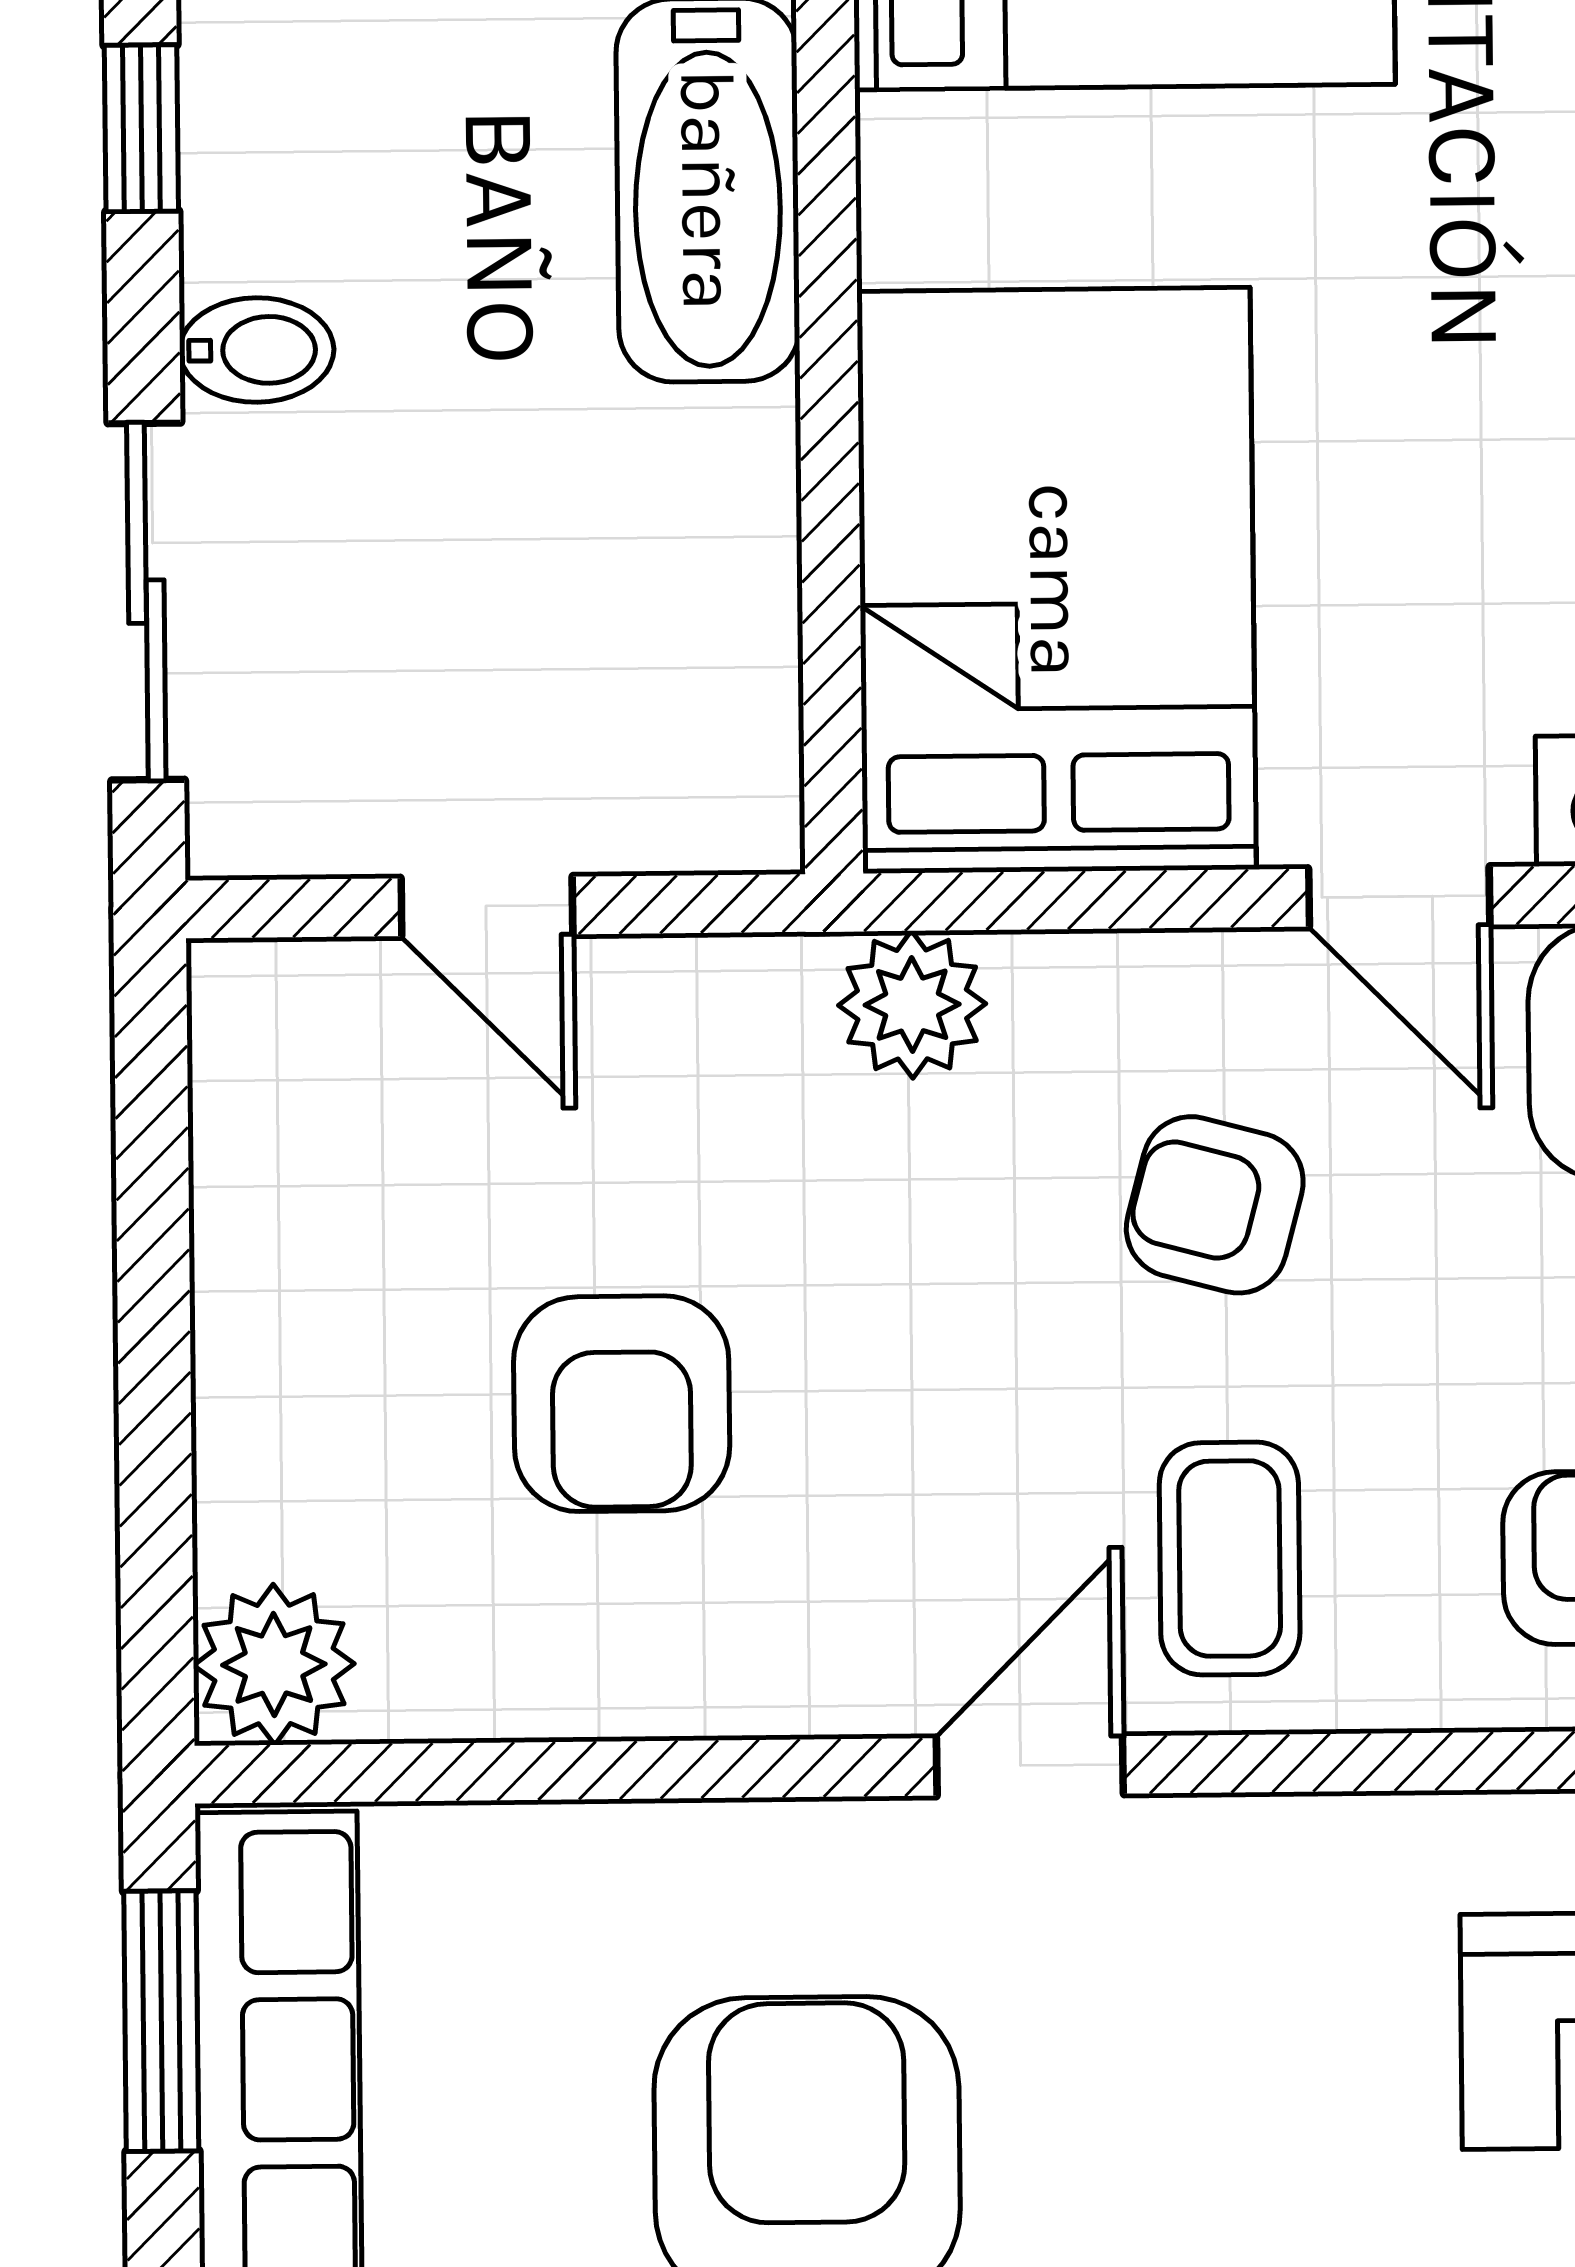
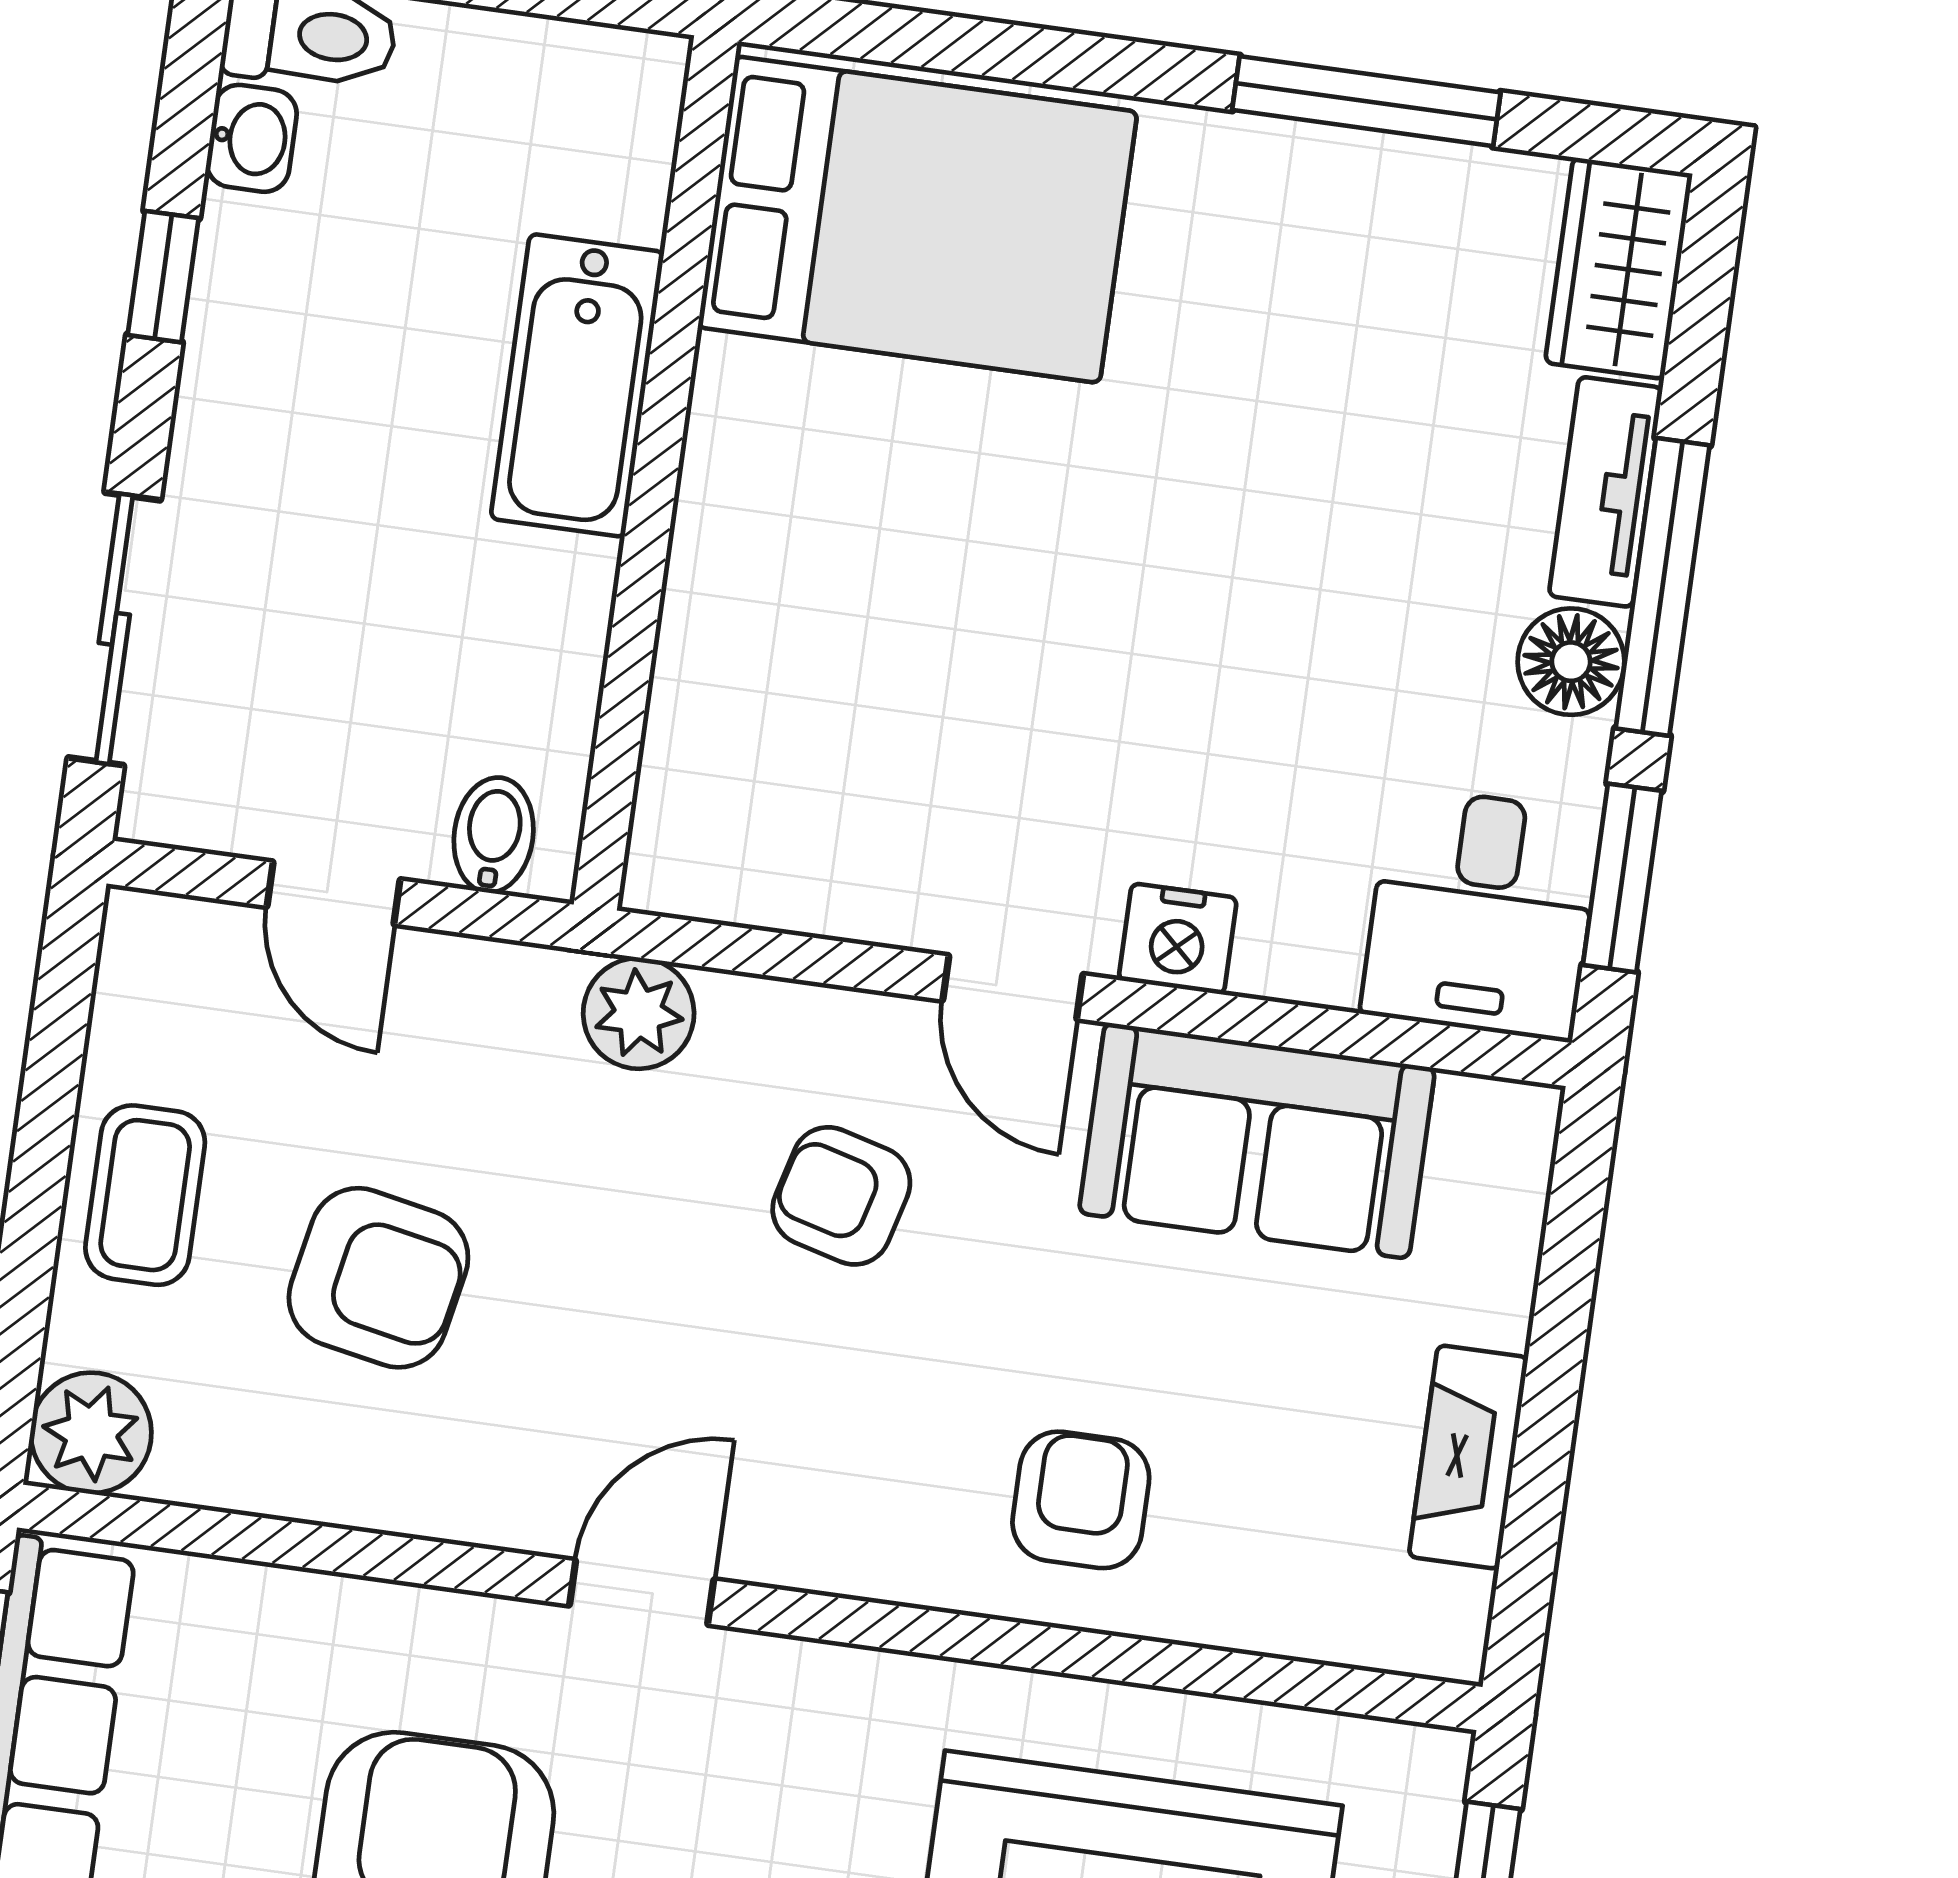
bidet: (257, 350) -> (494, 835), moved, turned -90
bed: (1056, 580) -> (793, 714), removed
armchair: (622, 1404) -> (378, 1278), turned -79
coffee table: (1230, 1559) -> (145, 1195), moved

